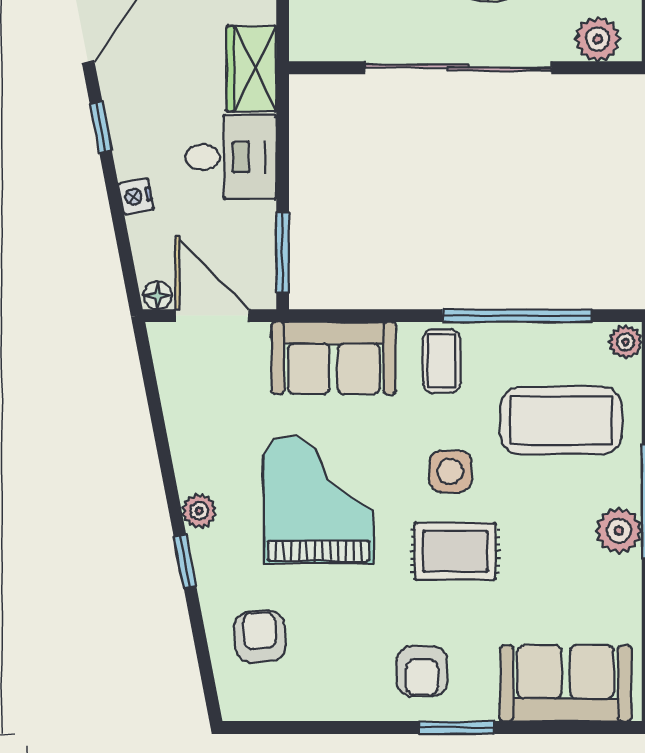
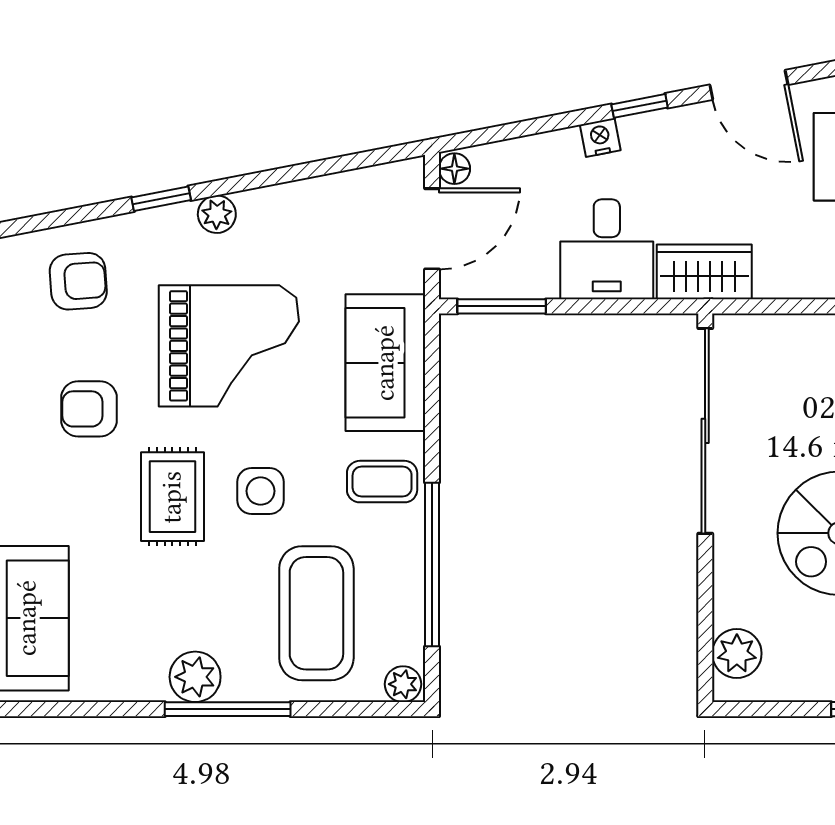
sliding door: (458, 68) -> (705, 431), moved
nightstand: (136, 196) -> (600, 138), moved
armchair: (422, 671) -> (89, 409), moved

